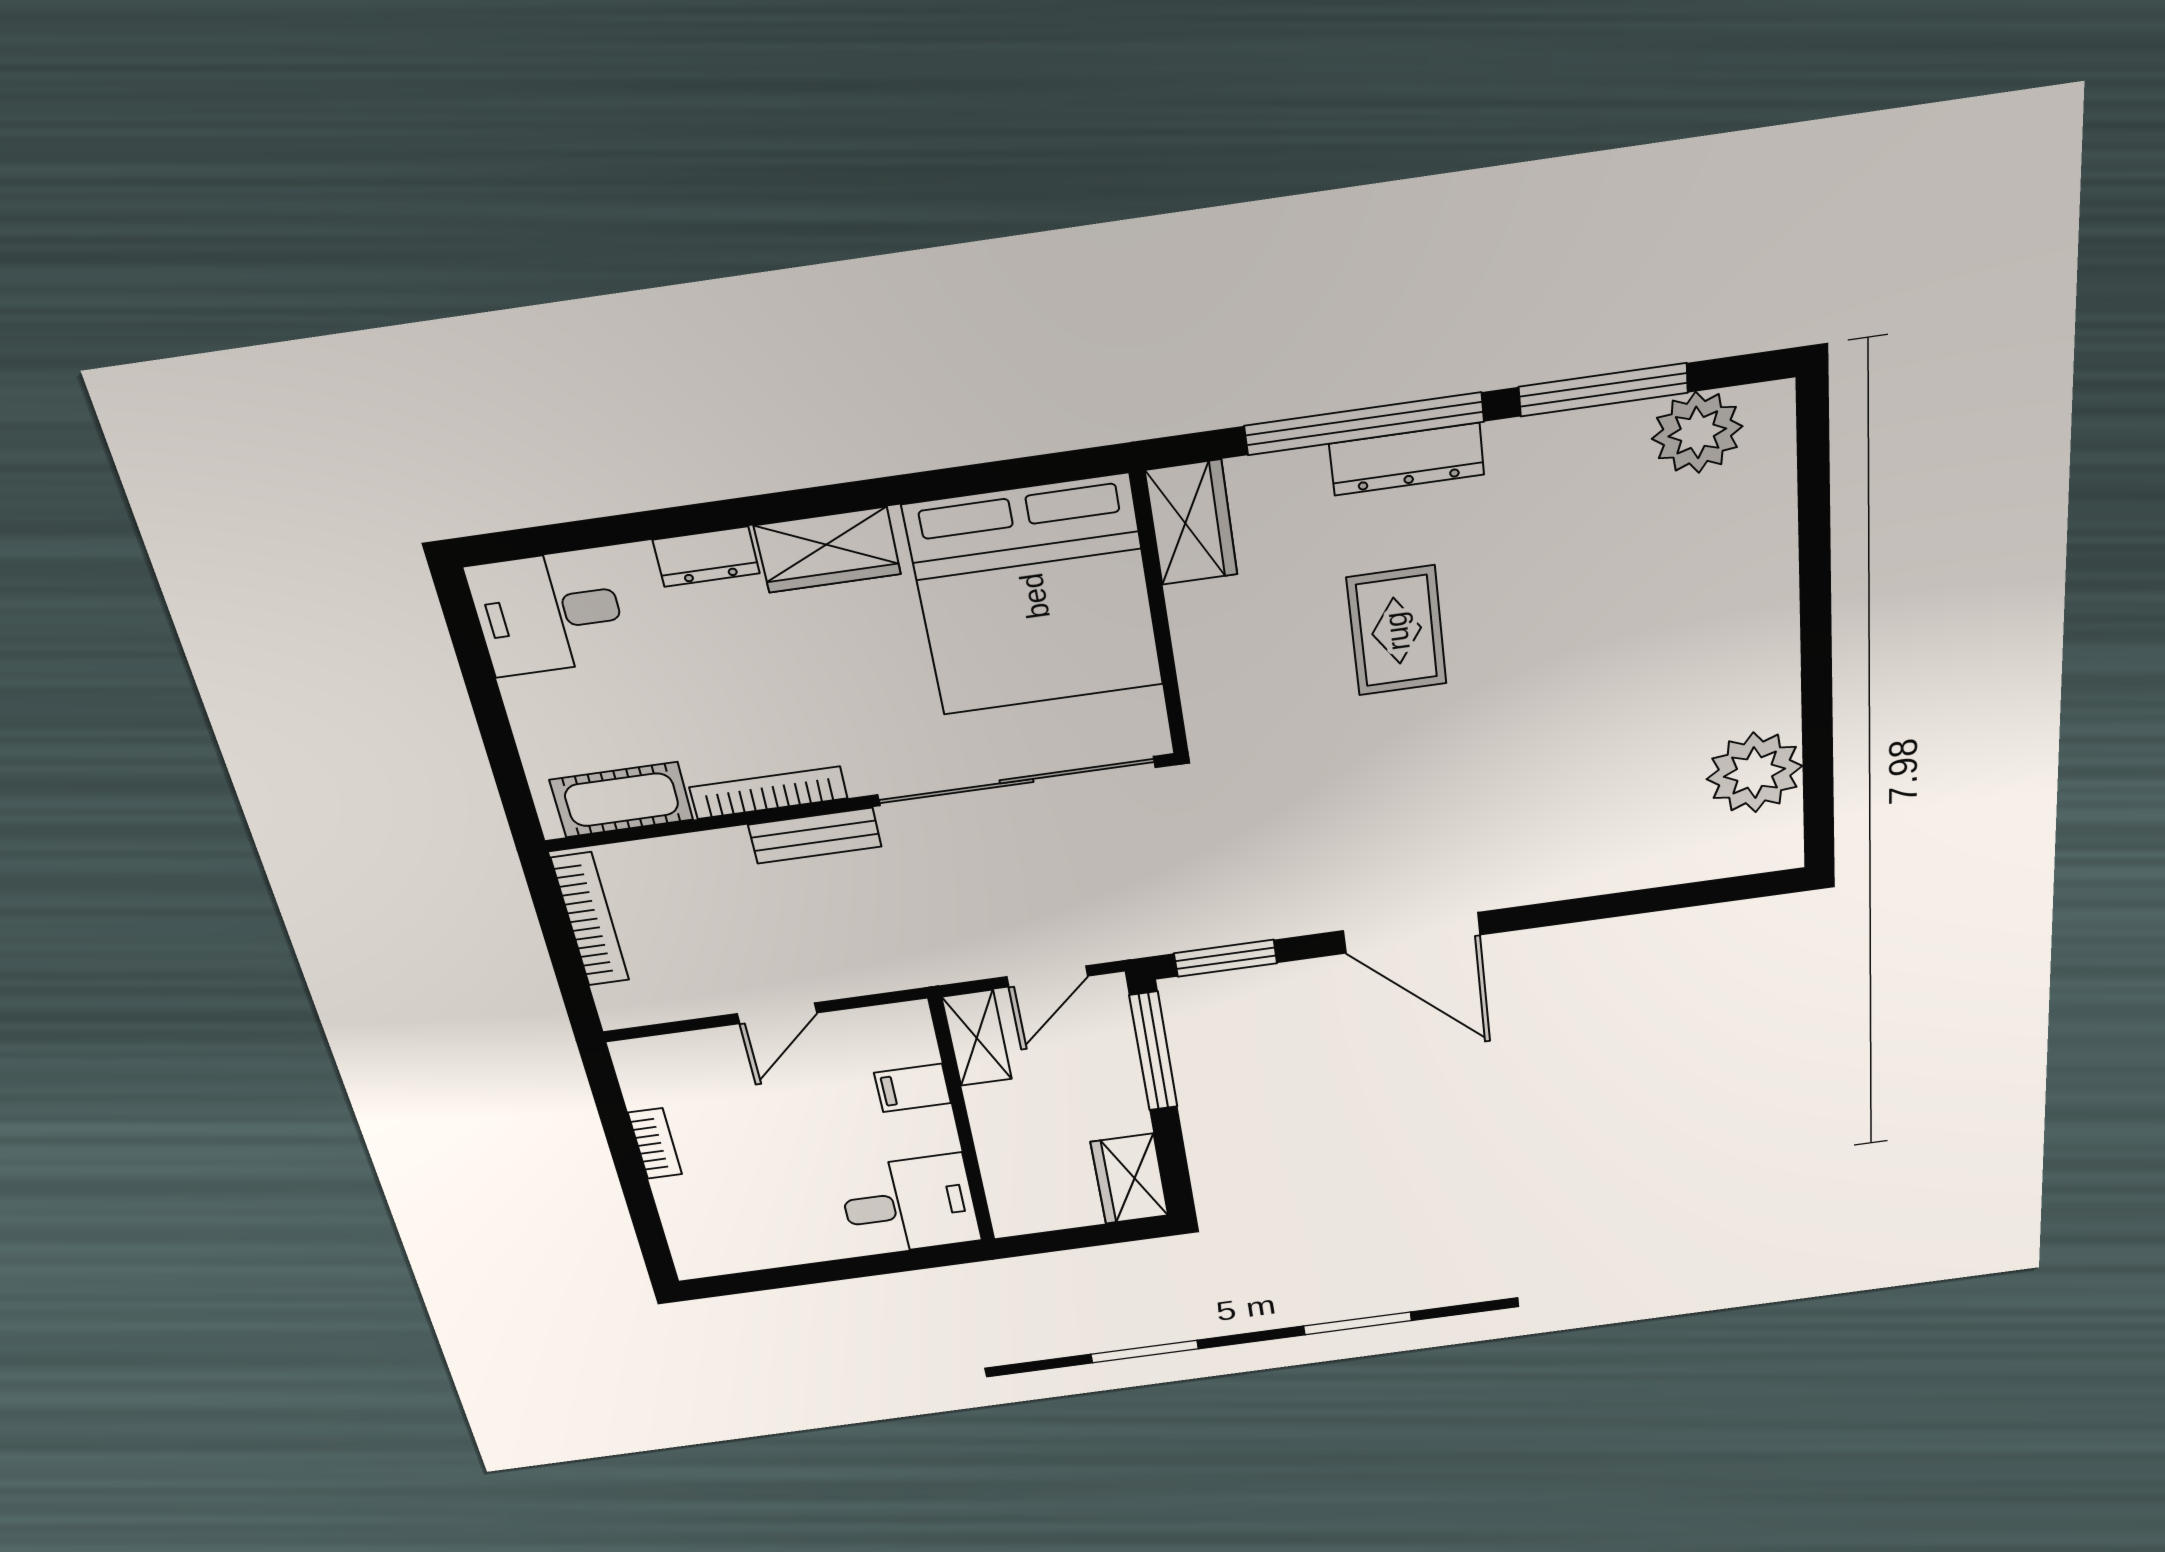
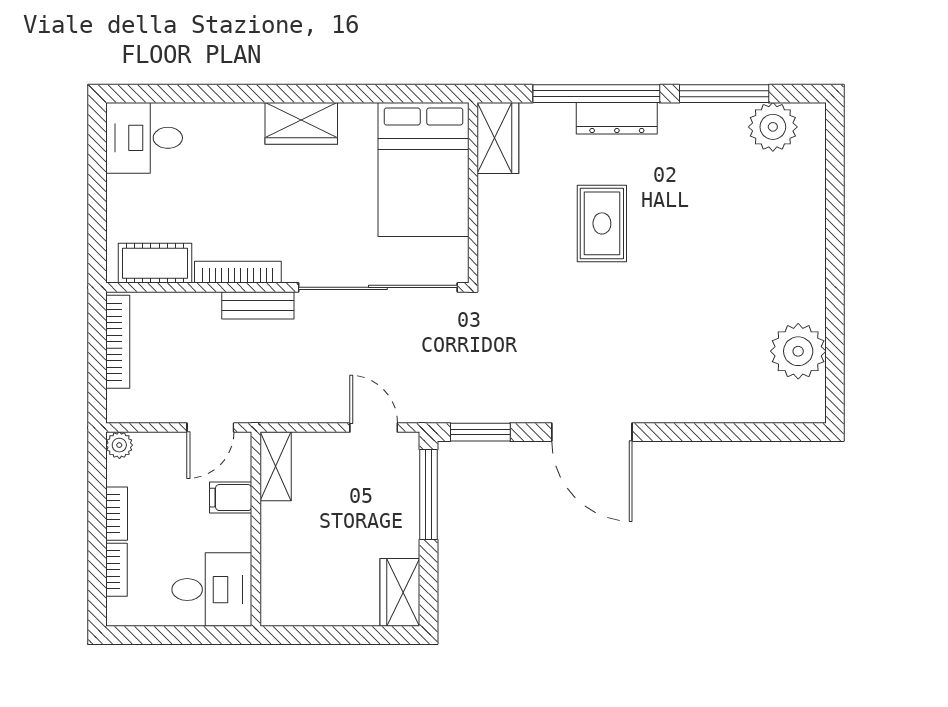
dresser: (706, 557) -> (236, 117), removed
bed: (1035, 596) -> (423, 170), width x0.73
door: (1047, 976) -> (374, 427), swing flipped
shelving: (977, 1038) -> (276, 466), moved
plant: (634, 1057) -> (119, 445), added
filing cabinet: (913, 1088) -> (231, 498), moved
wall: (962, 1122) -> (256, 529), moved
desk: (909, 1205) -> (212, 590), moved
bookcase: (675, 1212) -> (117, 570), added

